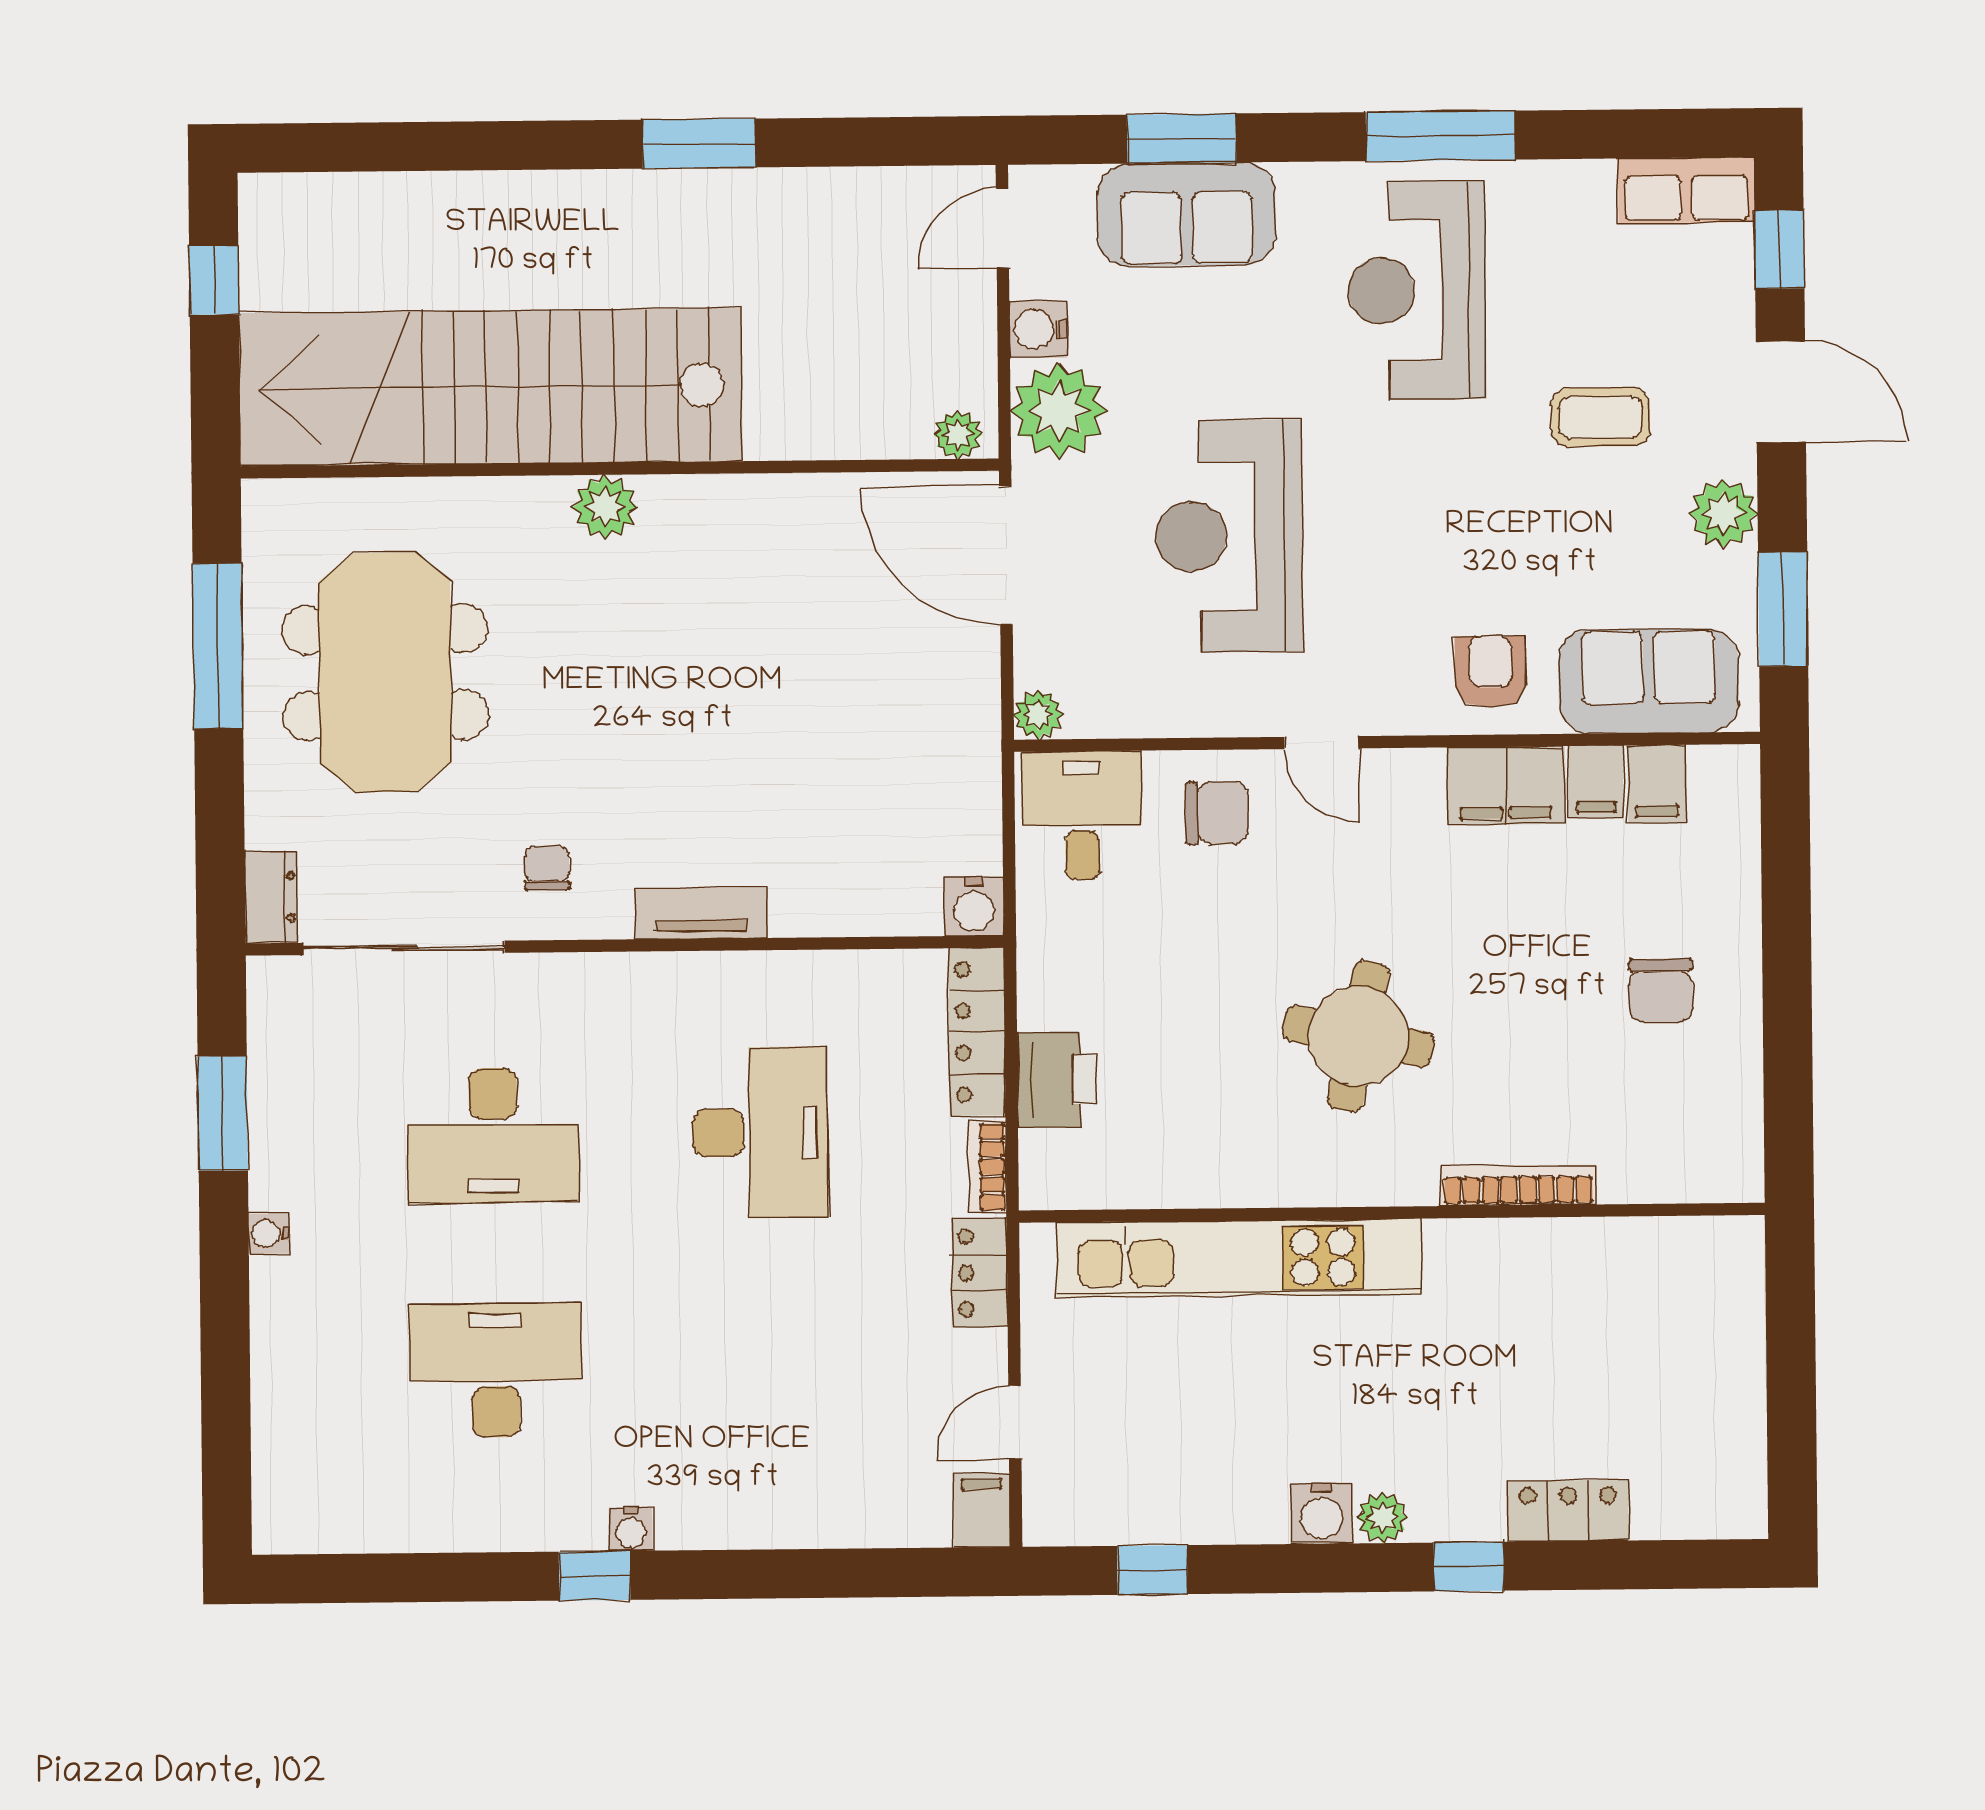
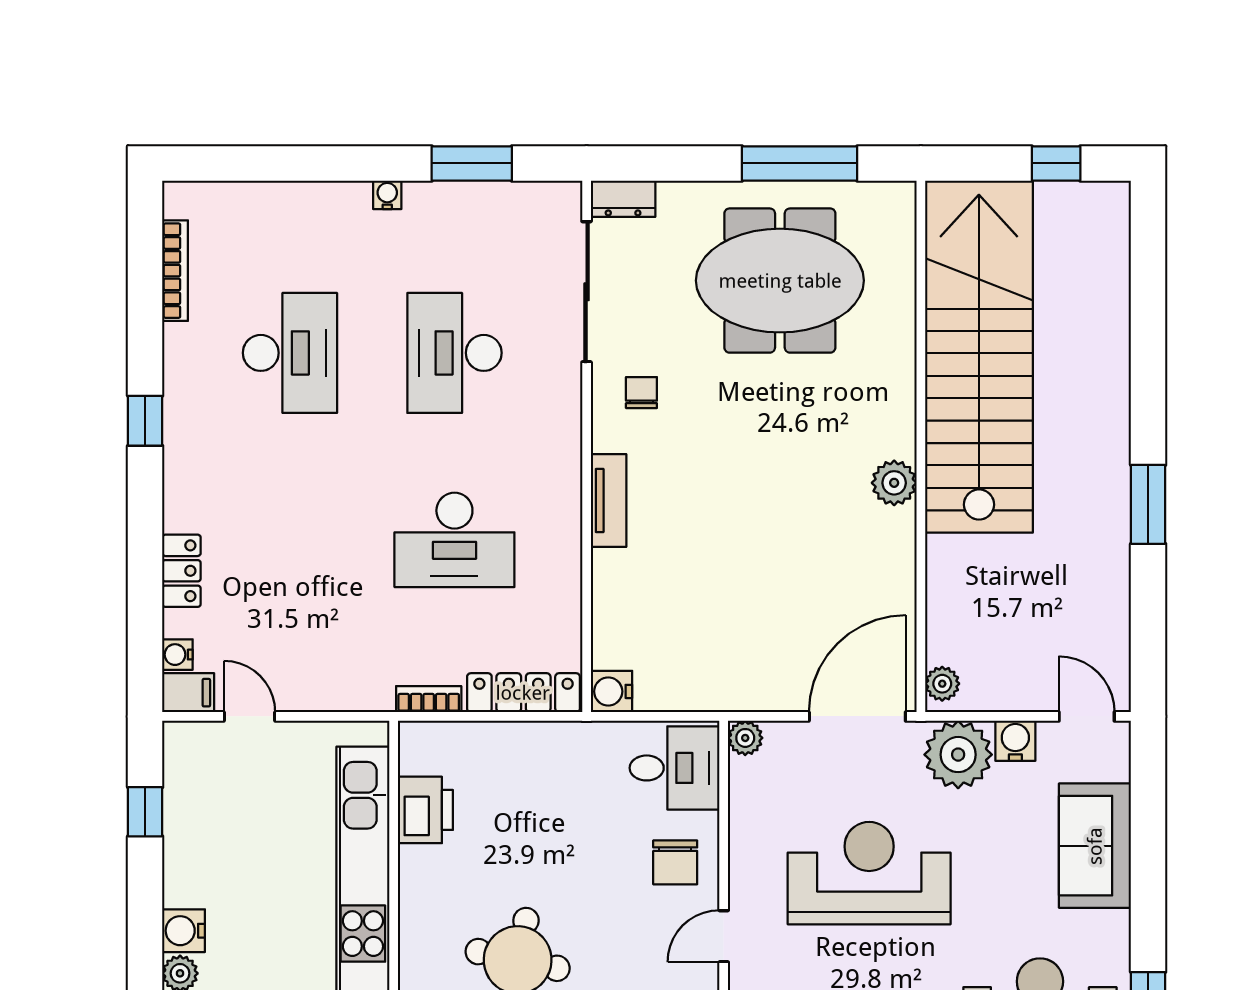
window: (1182, 139) -> (1148, 843), removed
plant: (605, 507) -> (894, 483), moved
chair: (547, 868) -> (641, 393), turned -90
printer: (1057, 1080) -> (425, 810), moved, turned -90
locker: (980, 1273) -> (181, 571), moved, turned 90
water cooler: (631, 1529) -> (177, 655), moved
bookcase: (380, 1535) -> (175, 271), added

